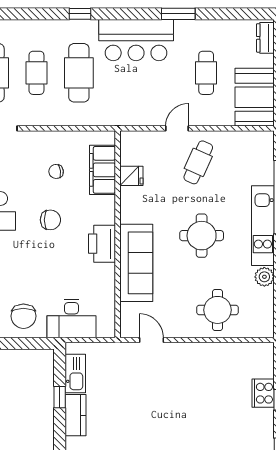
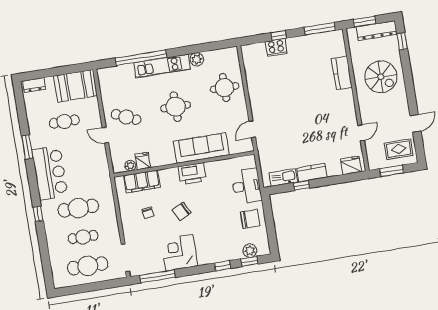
plant: (128, 157) -> (130, 166), added
chair: (50, 220) -> (182, 211), turned -118

